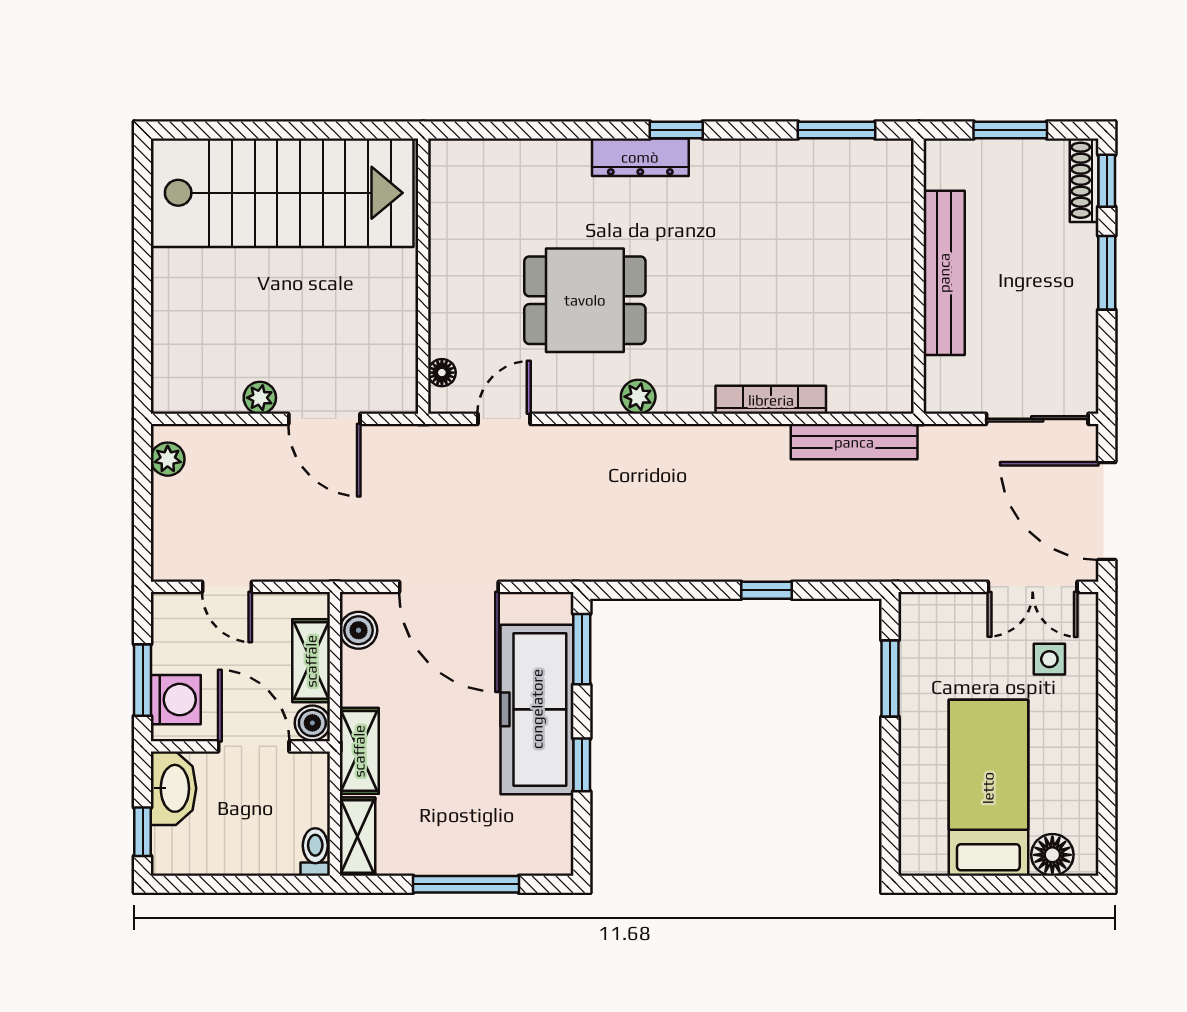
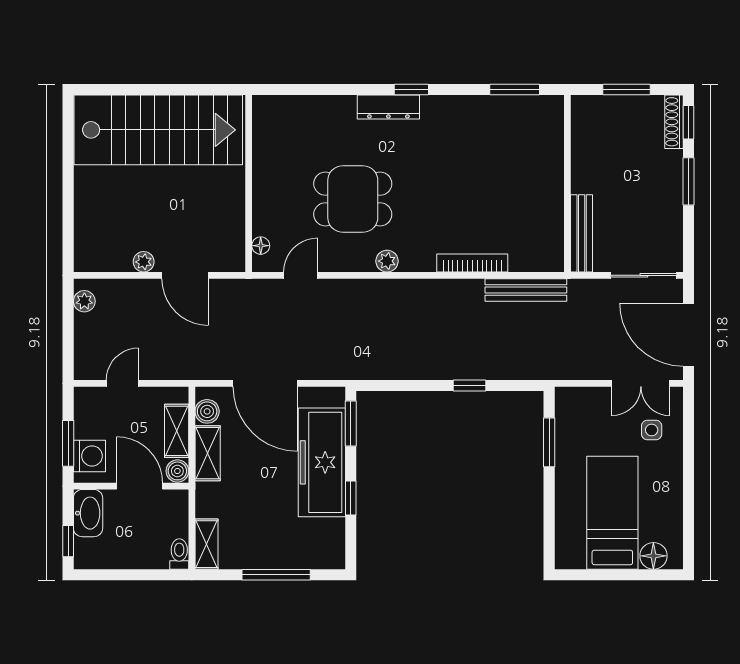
bench: (944, 273) -> (582, 233), moved, width x0.73, depth x0.82
door: (227, 587) -> (122, 383), swing flipped
shelving: (359, 751) -> (208, 453), moved

